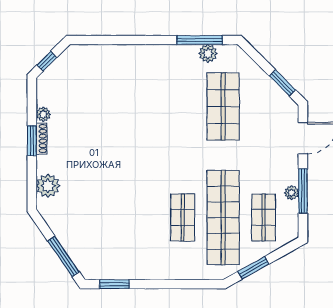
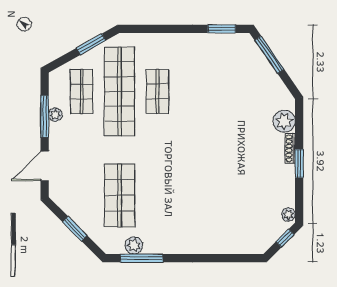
window: (282, 83) -> (75, 229), moved
plant: (43, 114) -> (288, 214), moved
shoe rack: (41, 139) -> (290, 148), moved

